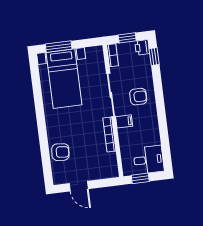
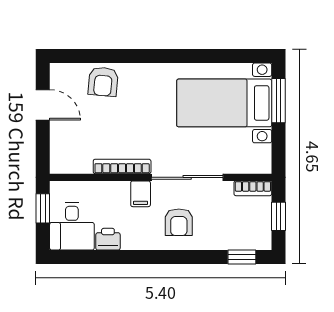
printer: (142, 47) -> (108, 239), moved
door: (79, 186) -> (43, 105), swing flipped

